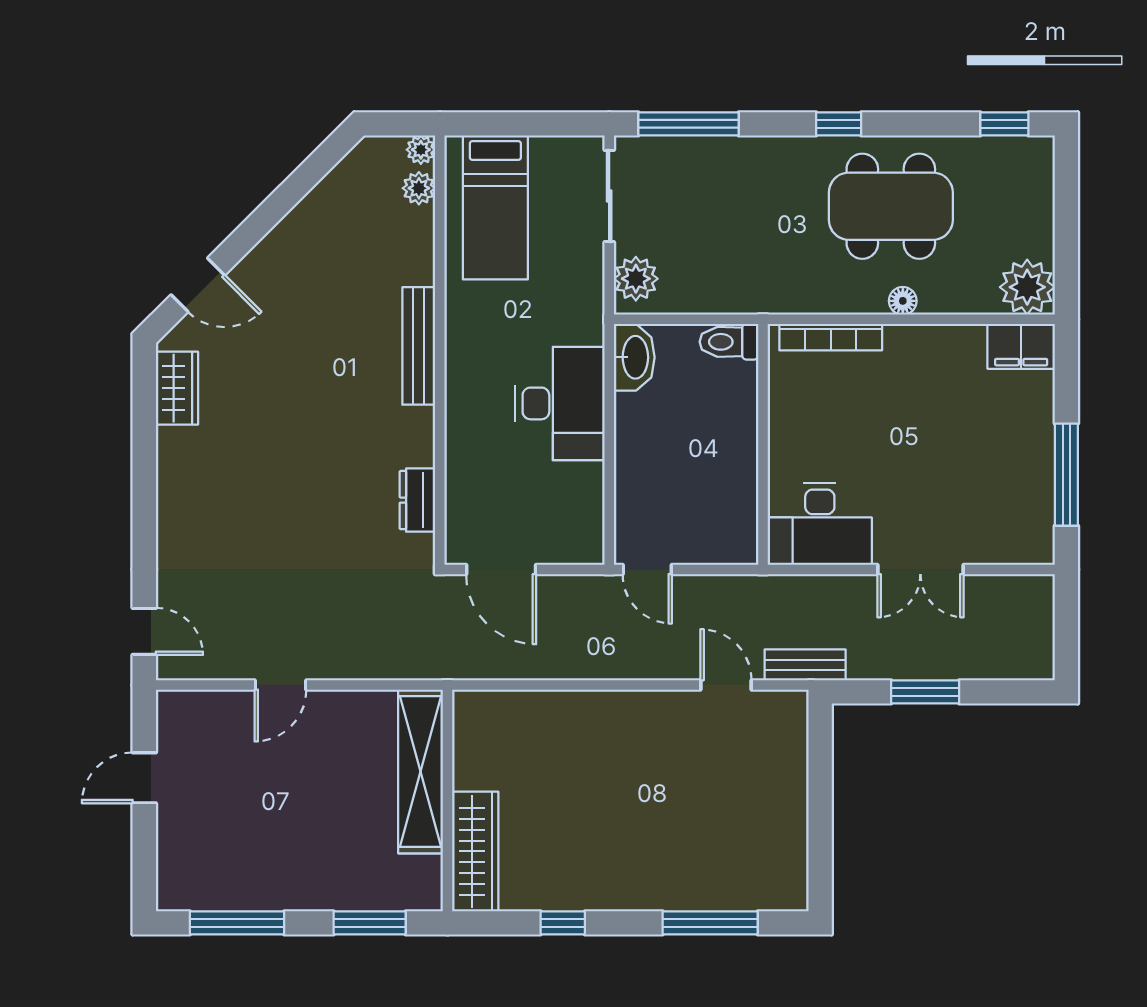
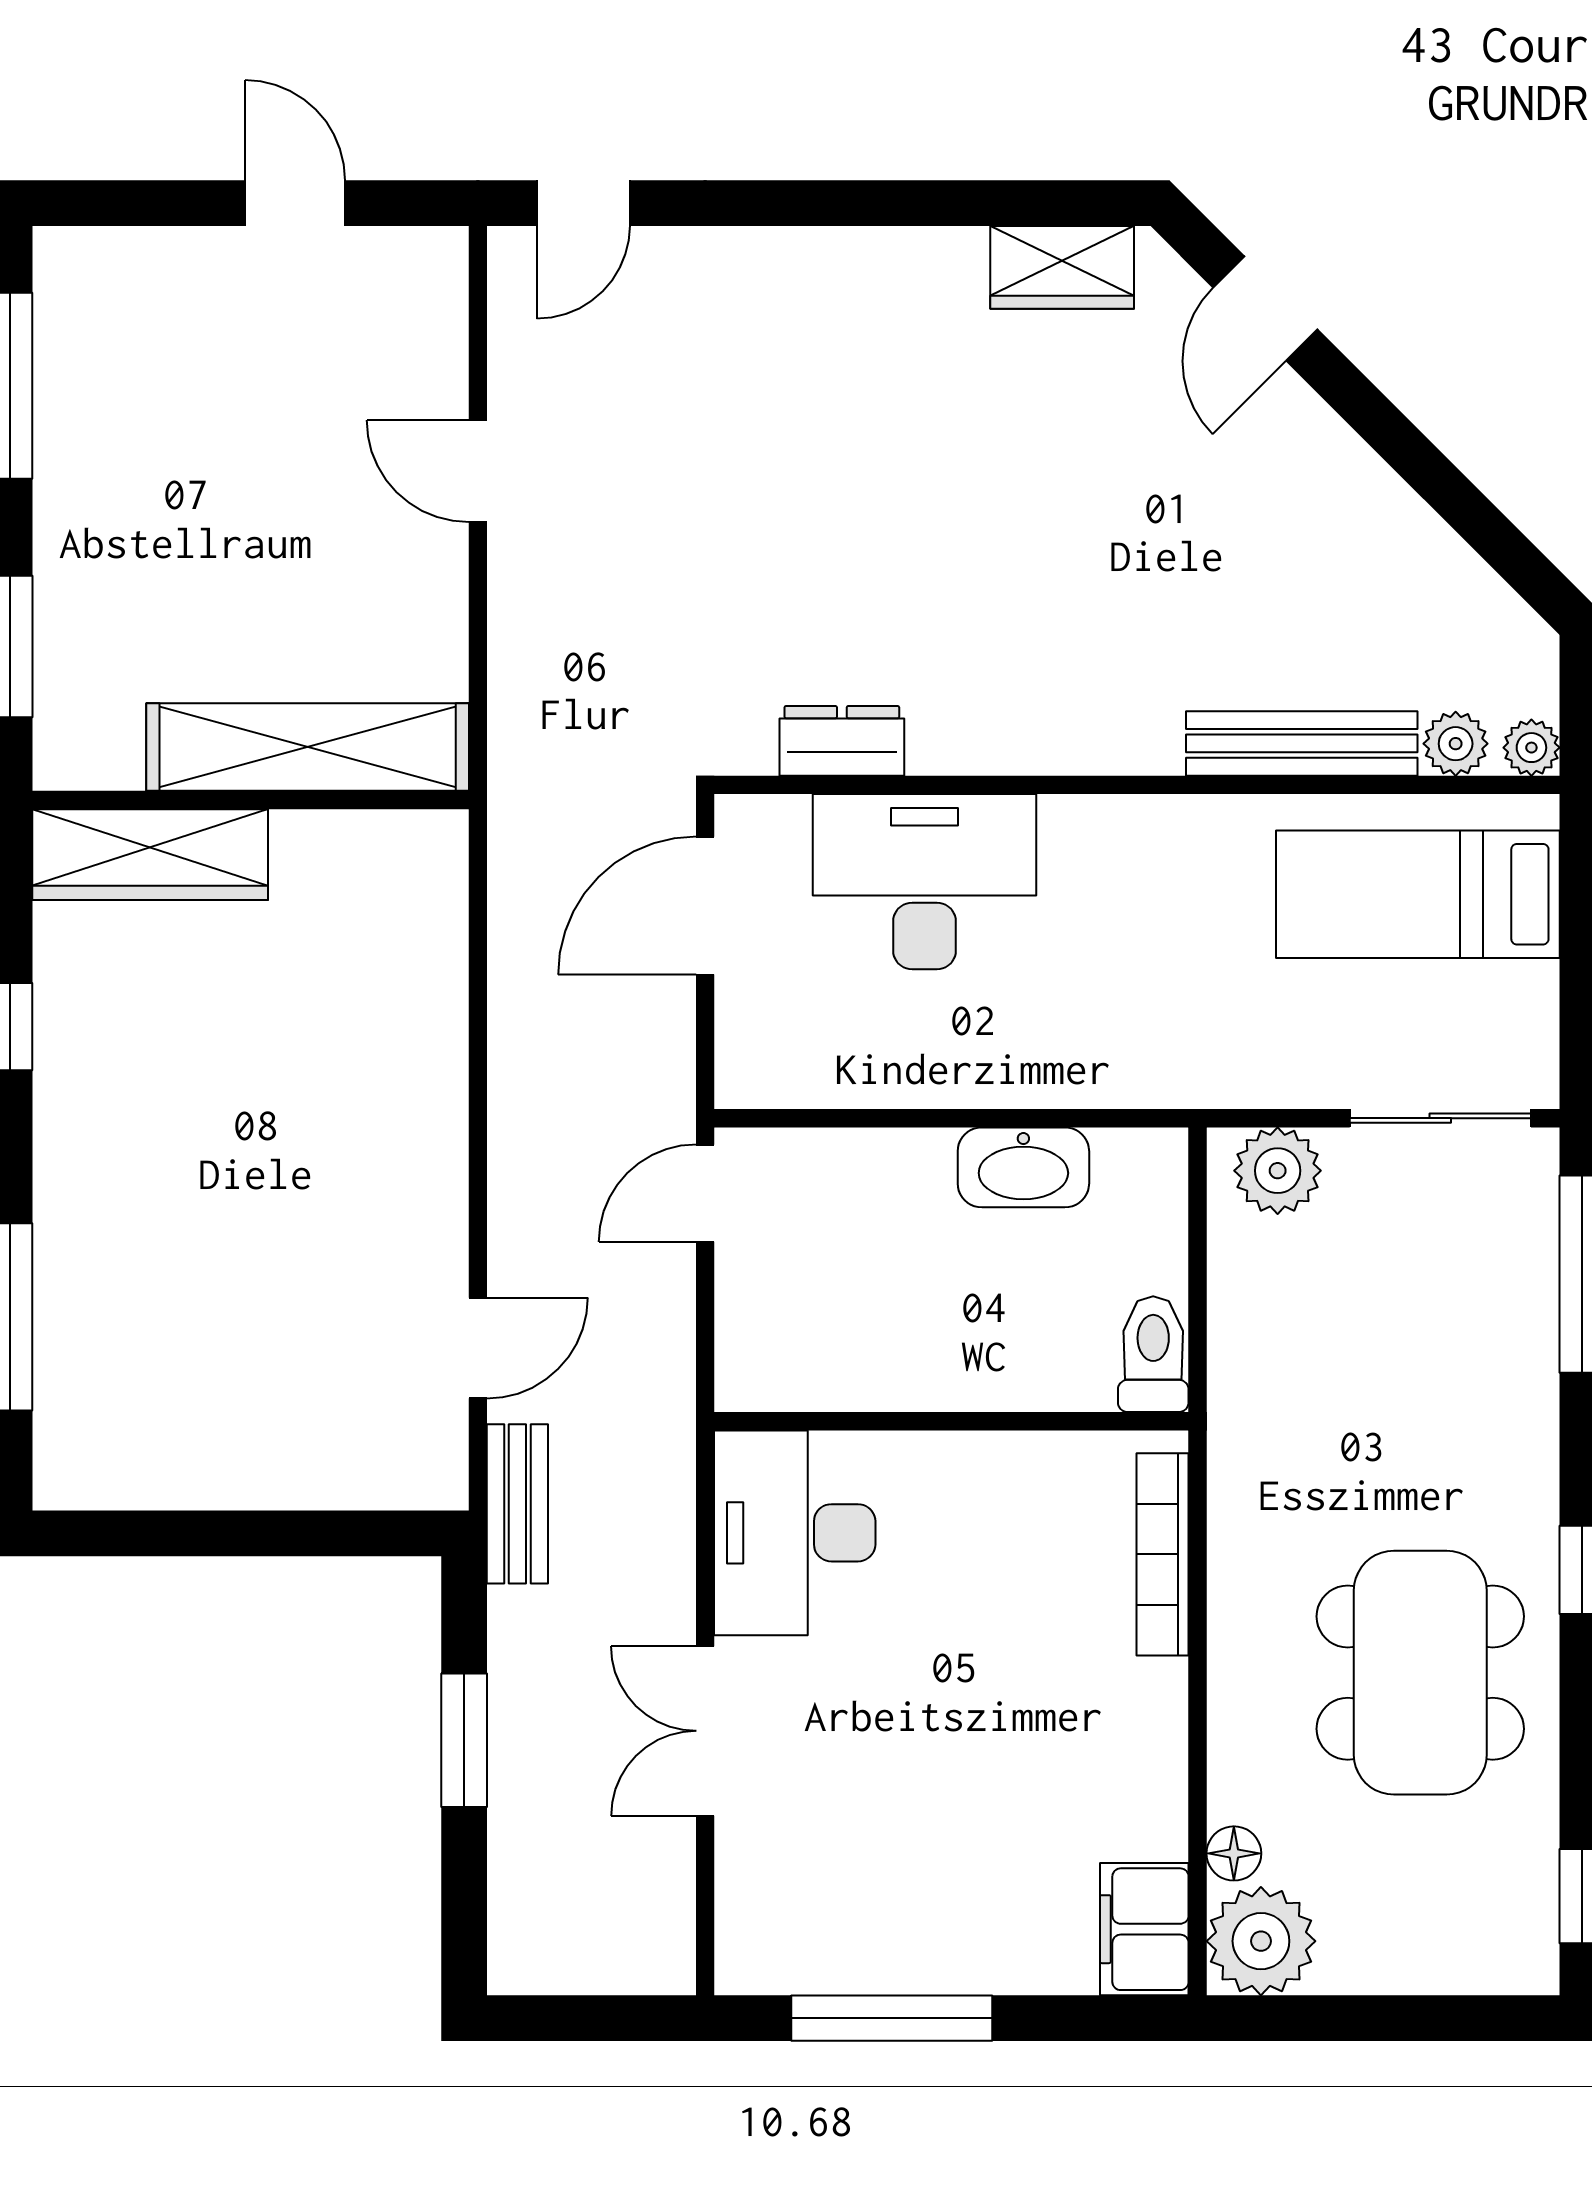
floor lamp: (903, 301) -> (1234, 1853), moved
bench: (419, 346) -> (1302, 743), moved
washbasin: (634, 357) -> (1023, 1167), moved
desk: (560, 403) -> (925, 882), moved, turned 180

